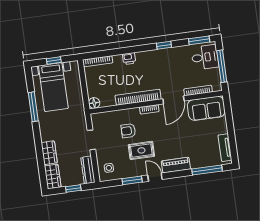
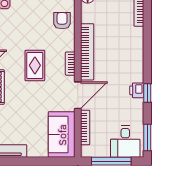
printer: (129, 59) -> (137, 90), moved
door: (173, 100) -> (78, 95), swing flipped
armchair: (128, 131) -> (62, 21), moved
rug: (141, 150) -> (35, 65), moved

